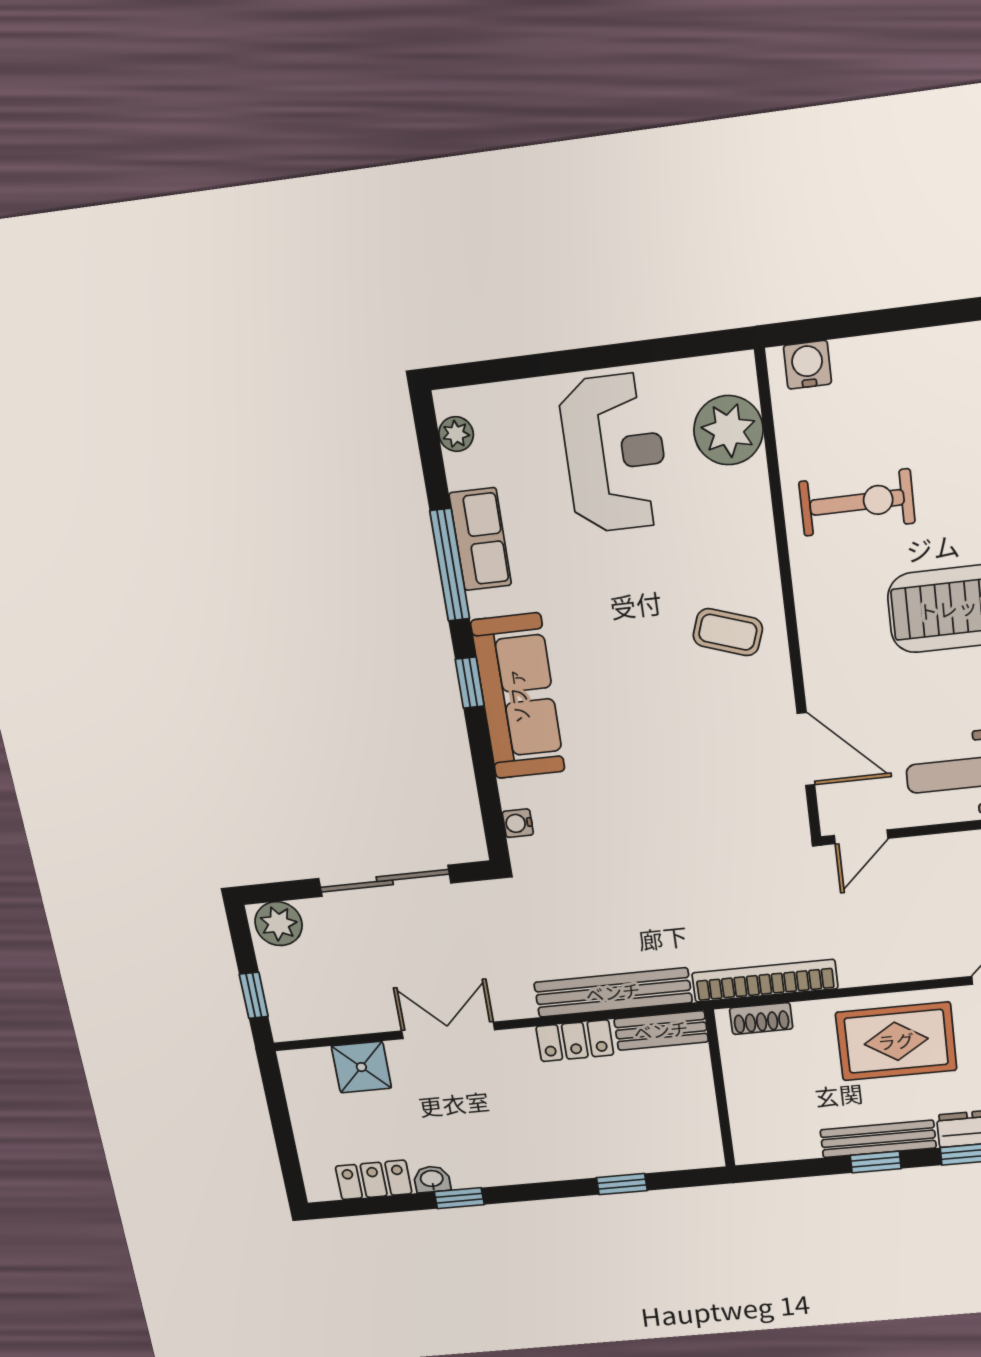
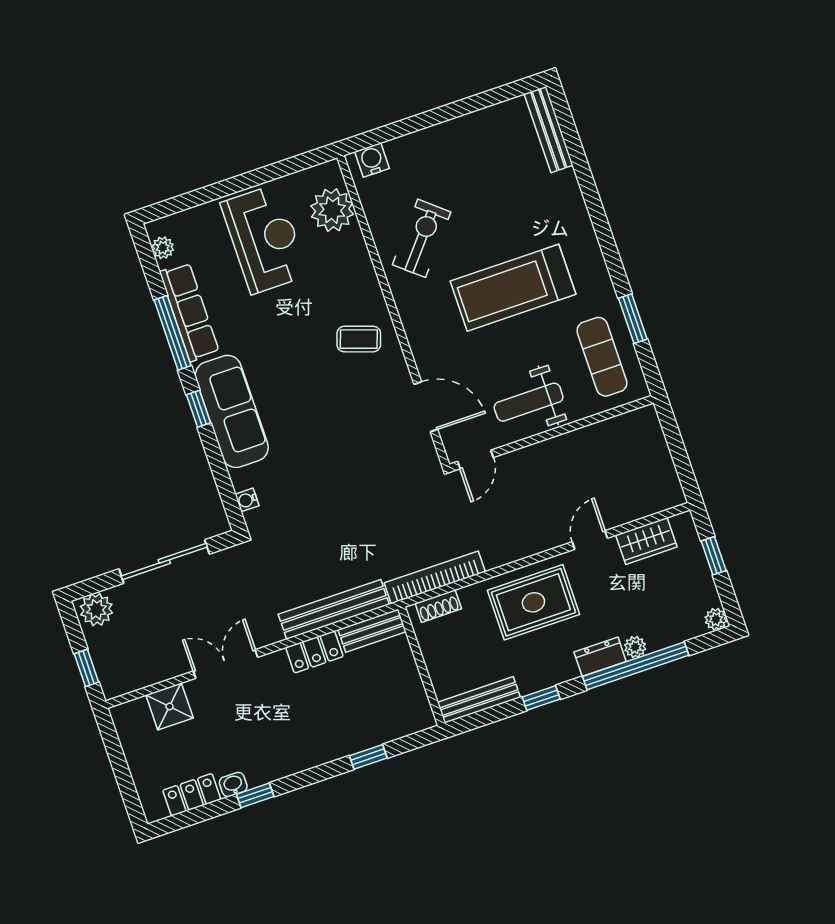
exercise bike: (857, 502) -> (422, 238), turned -50
row of seats: (480, 539) -> (189, 312), width x1.48
bench: (878, 1139) -> (479, 700), moved

